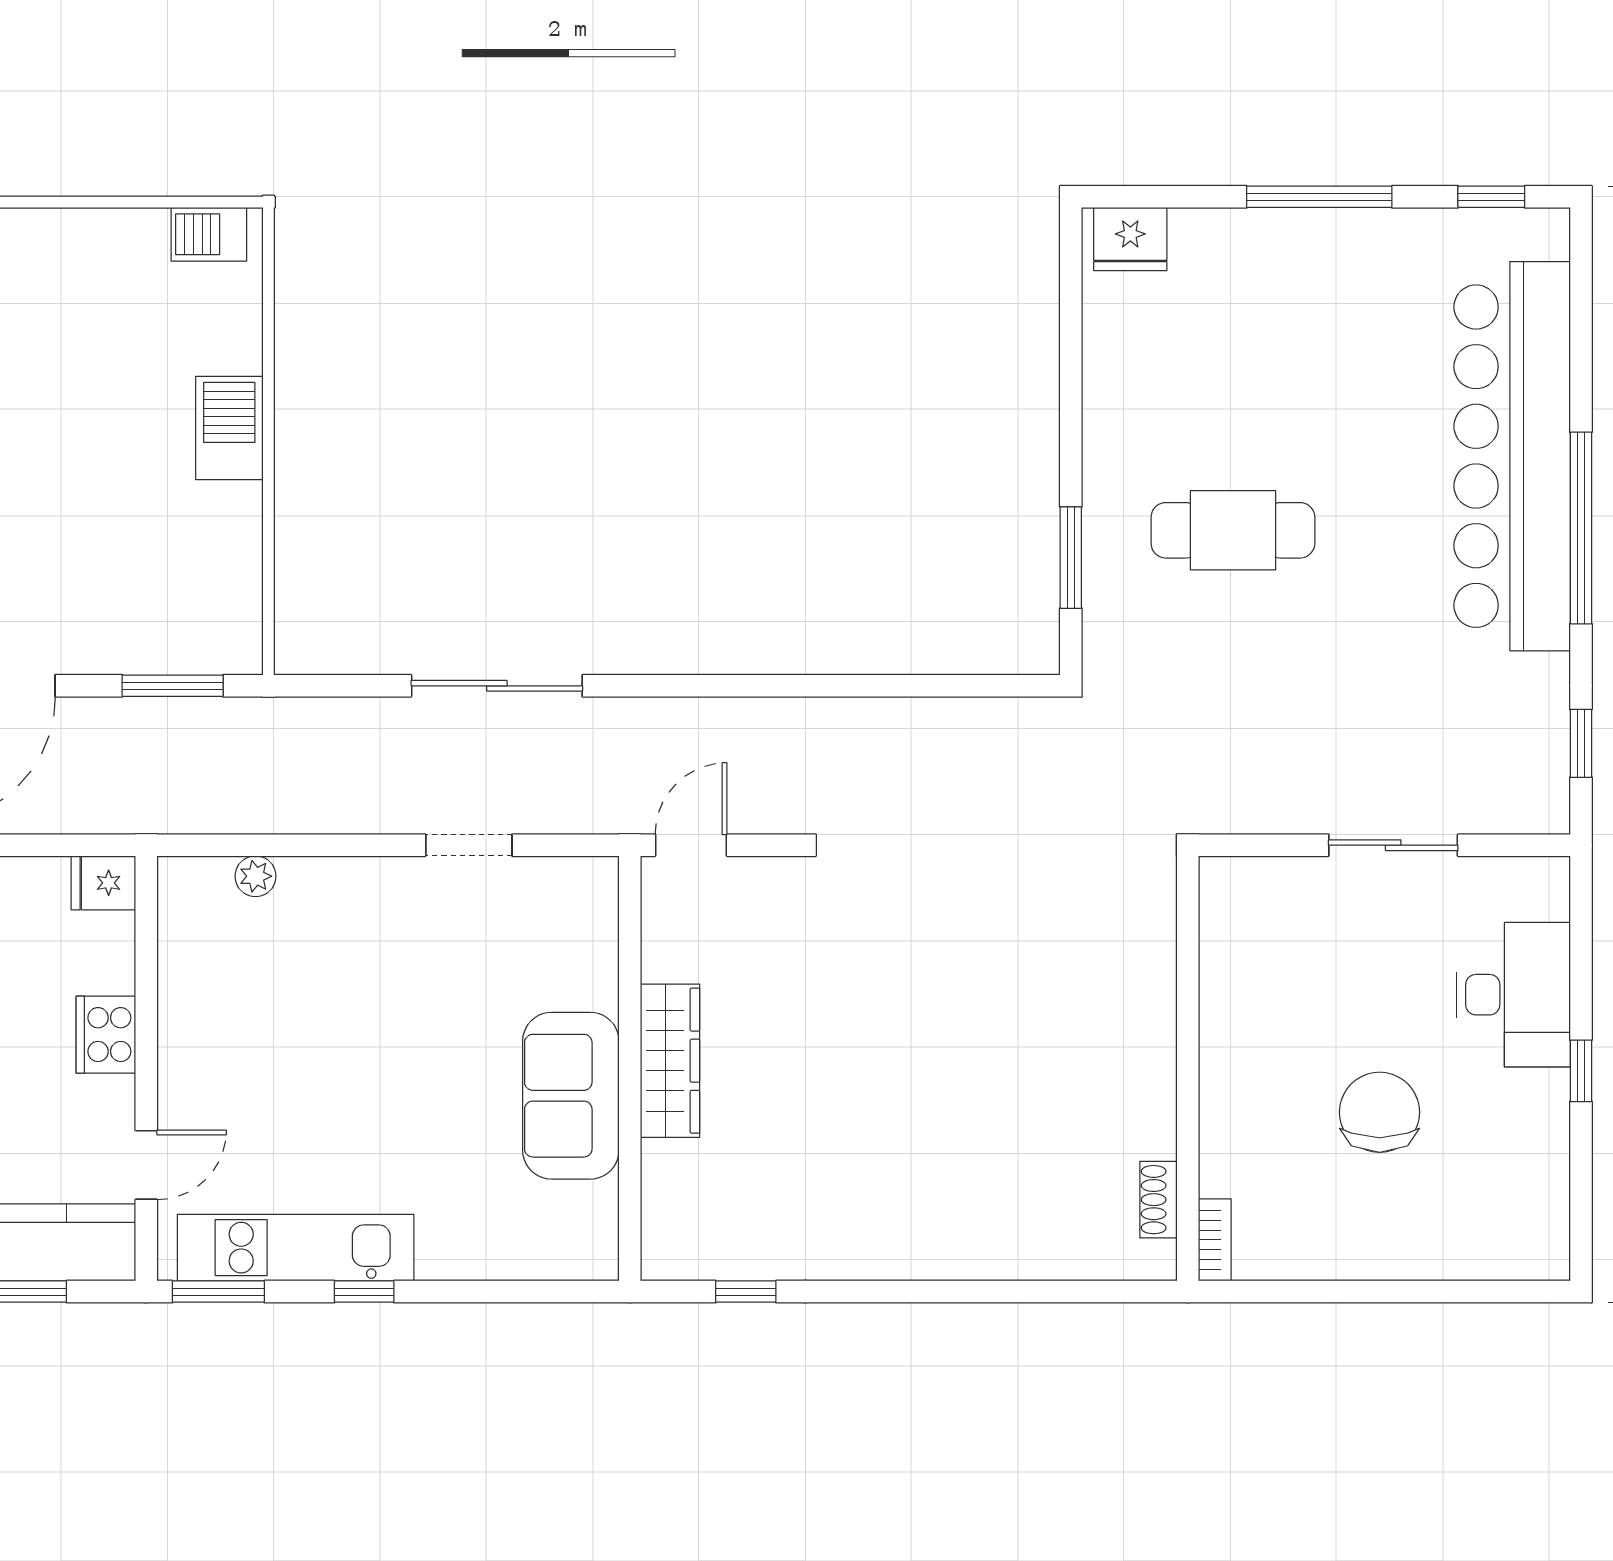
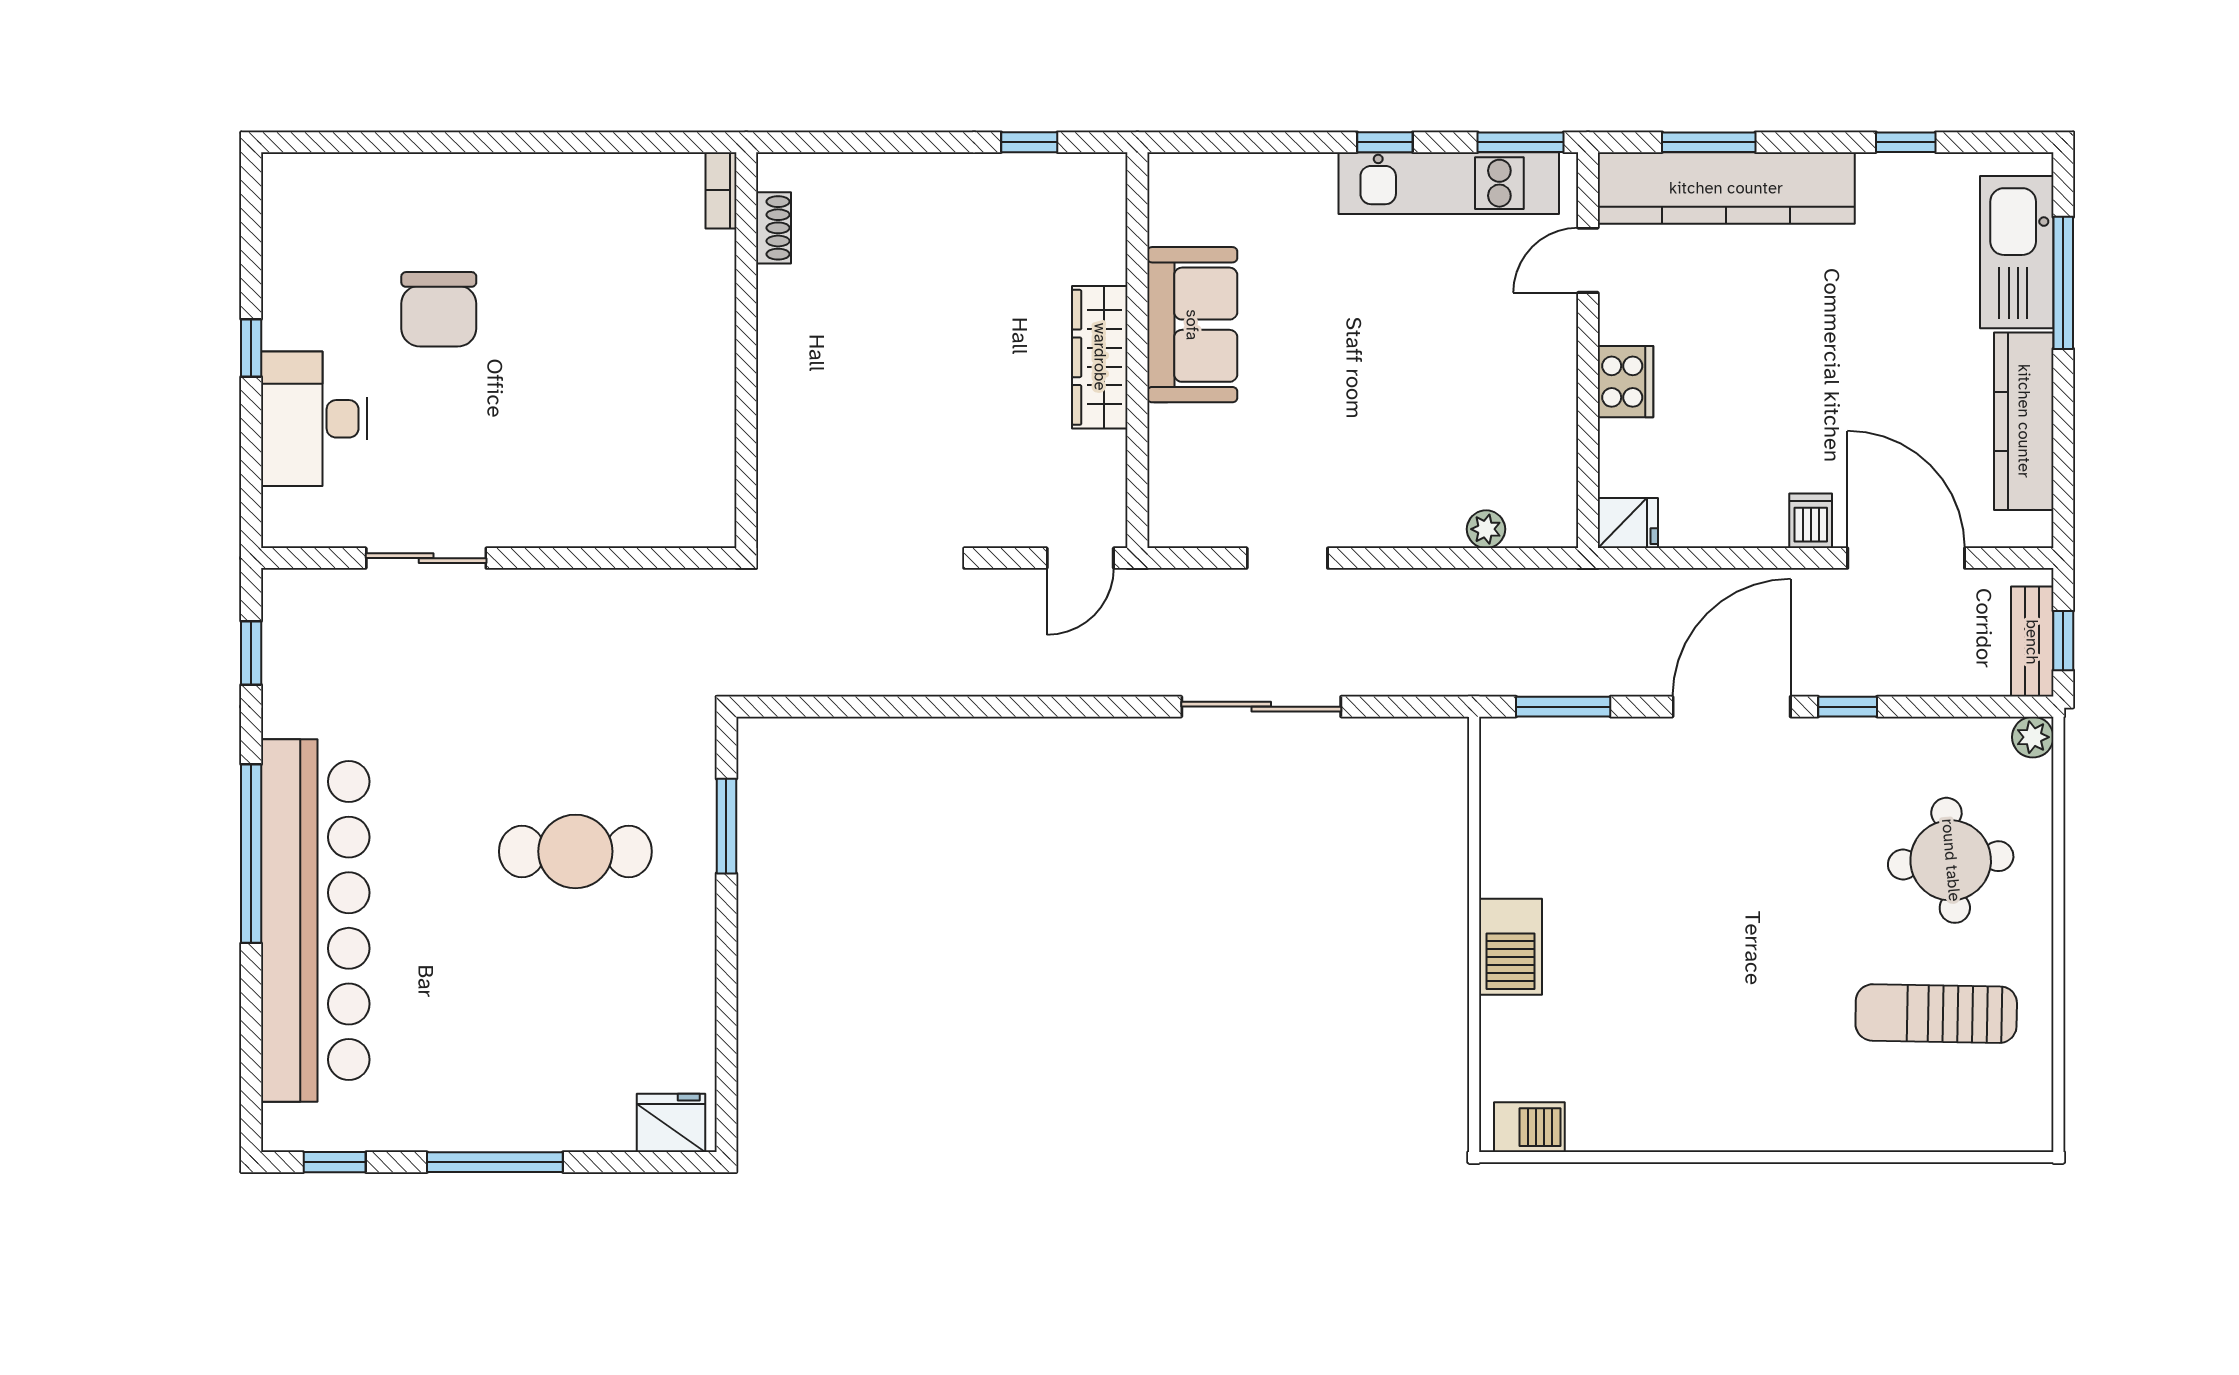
wall: (1188, 1068) -> (746, 350), moved
shoe rack: (1158, 1200) -> (773, 228), moved
bookcase: (1215, 1240) -> (721, 190), moved

